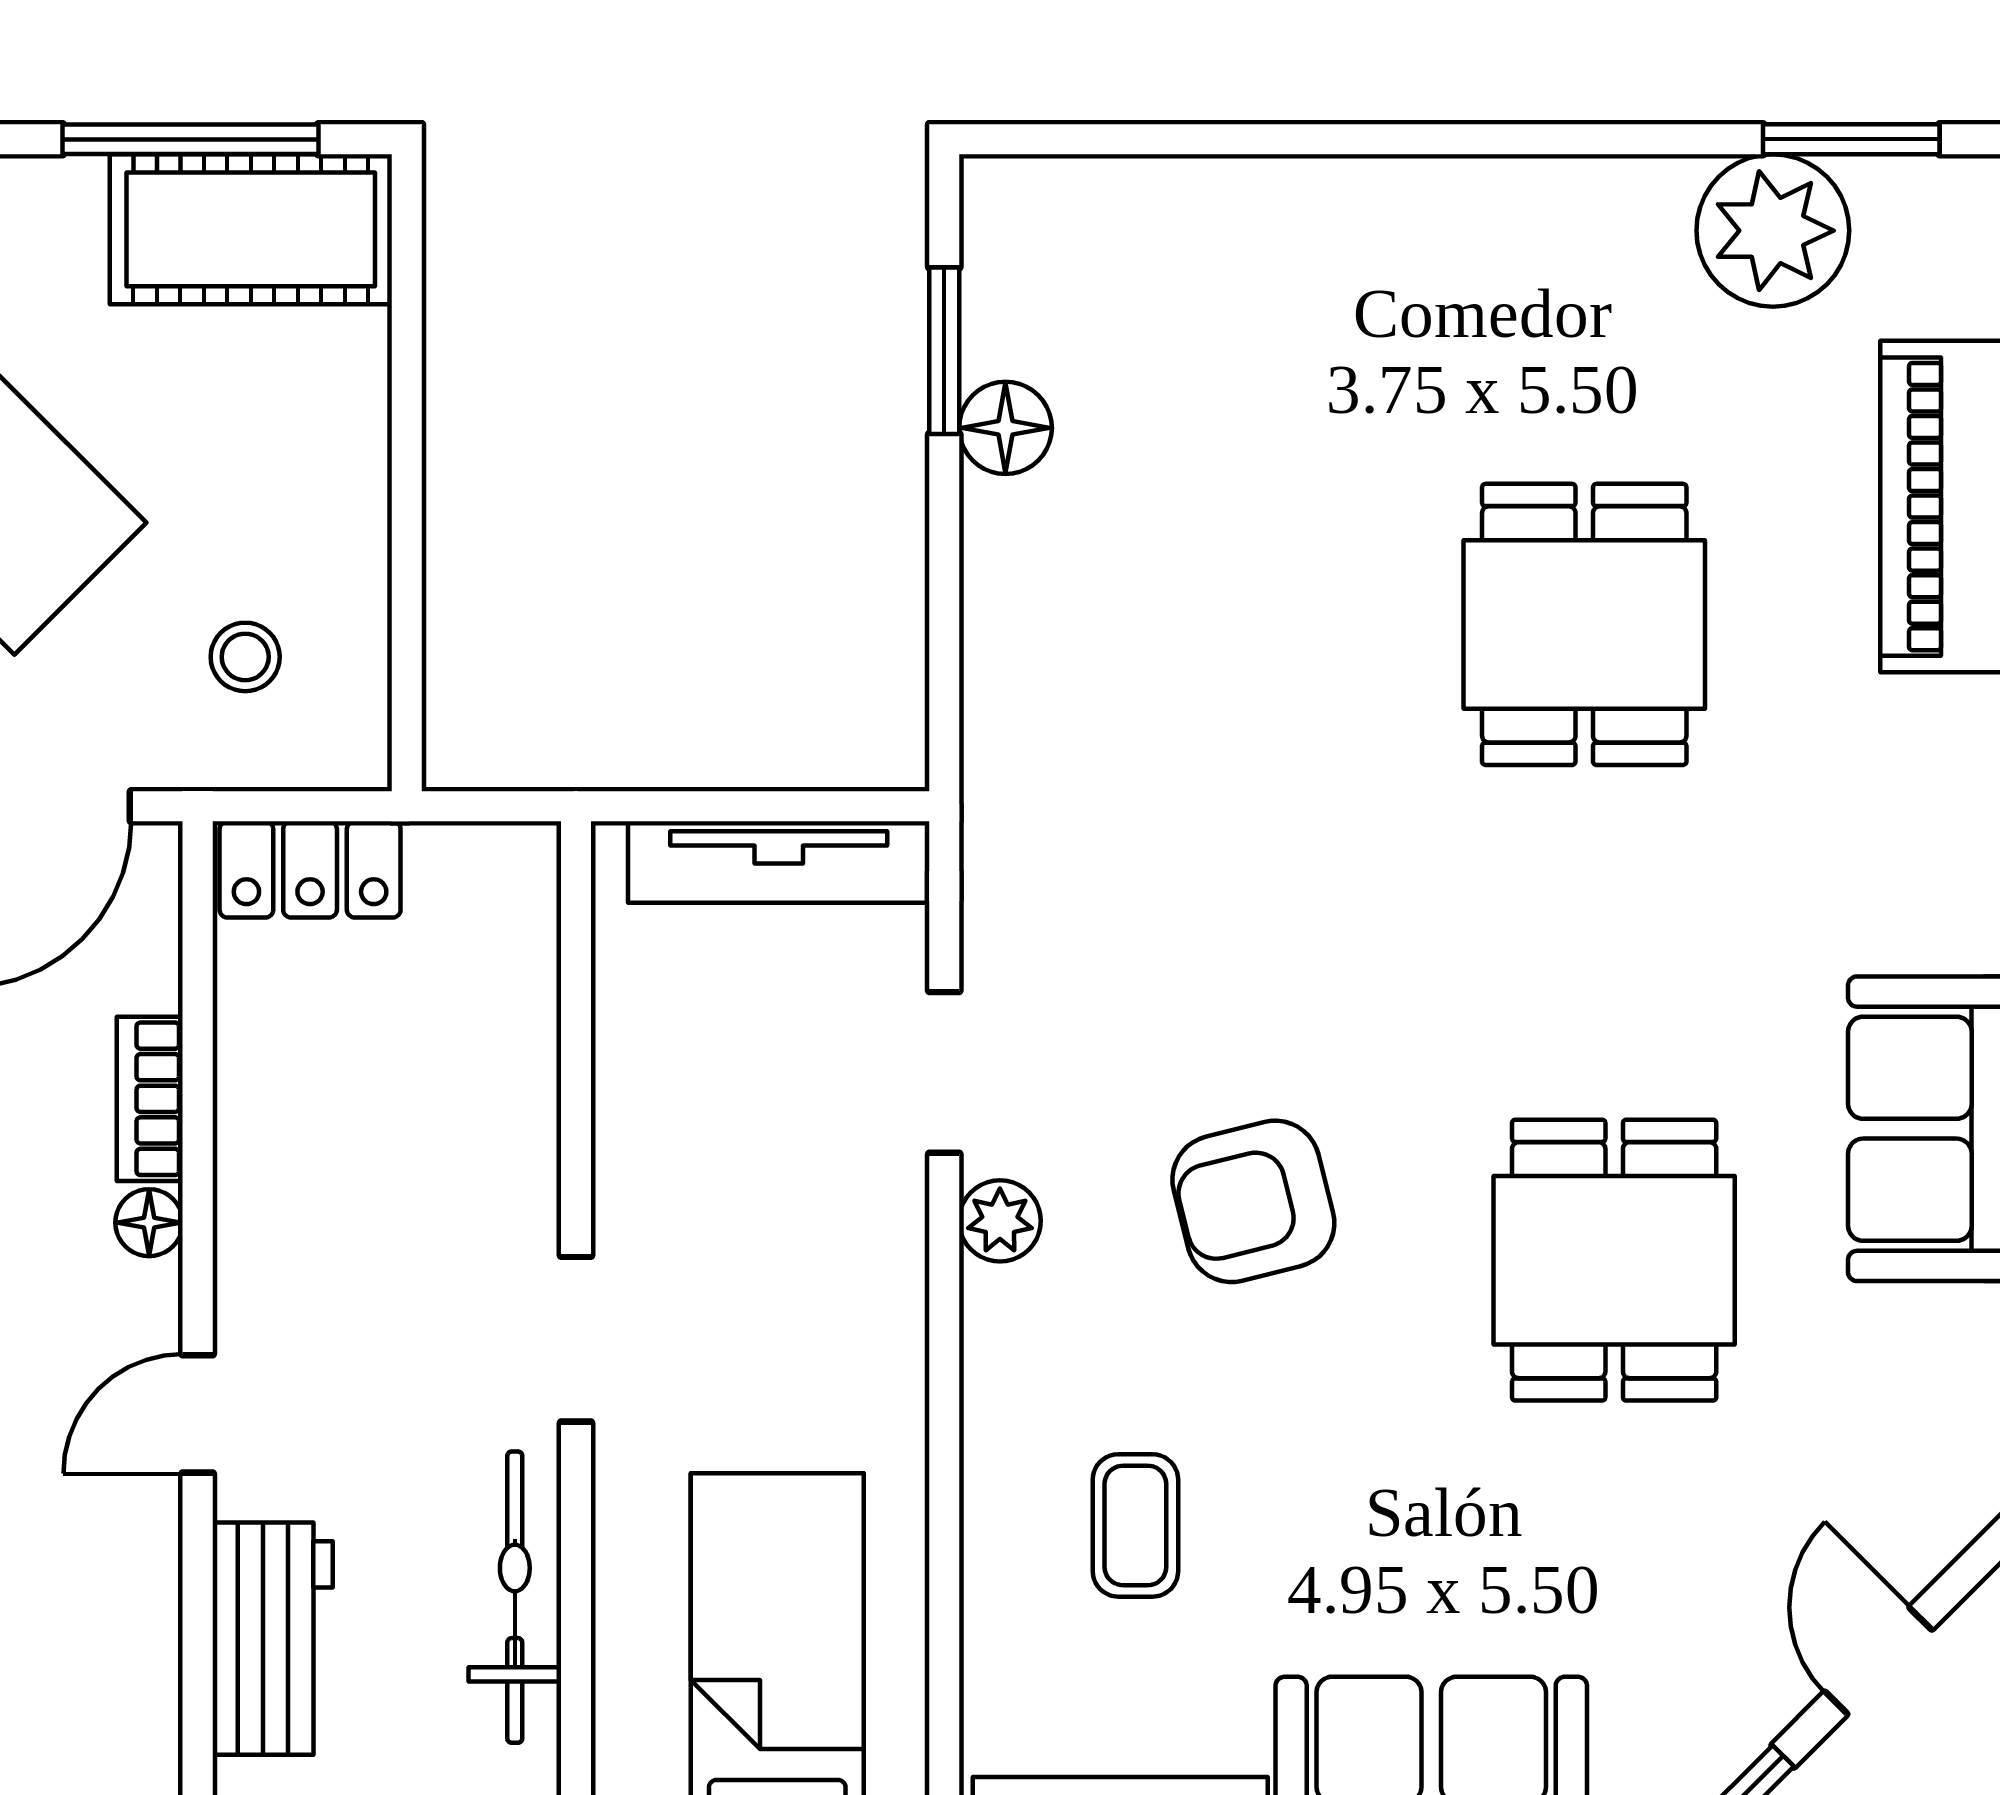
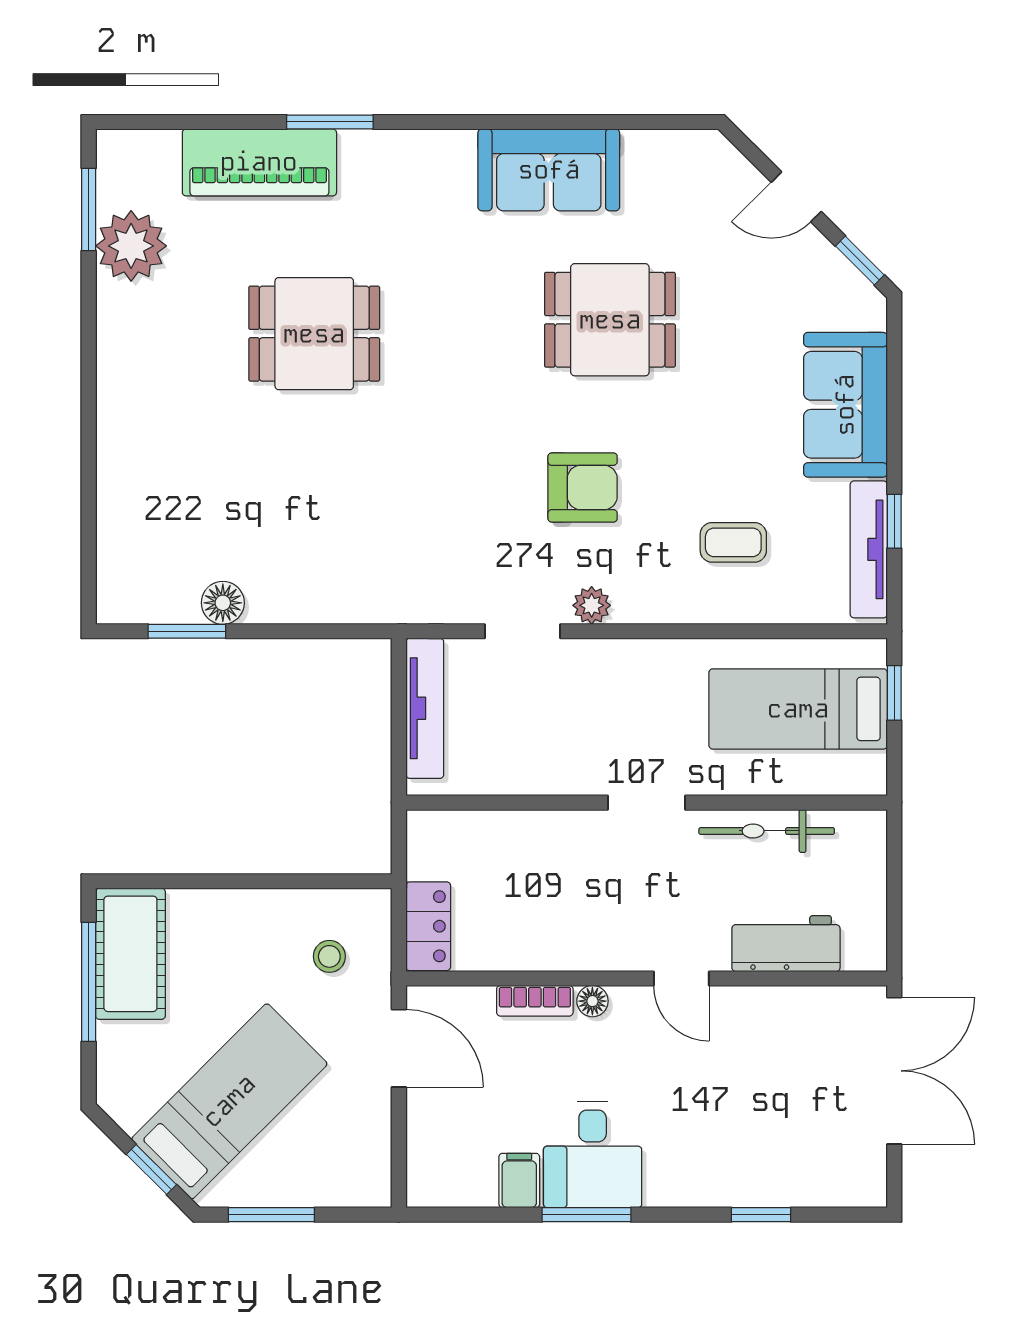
armchair: (1253, 1201) -> (583, 487), turned -76

